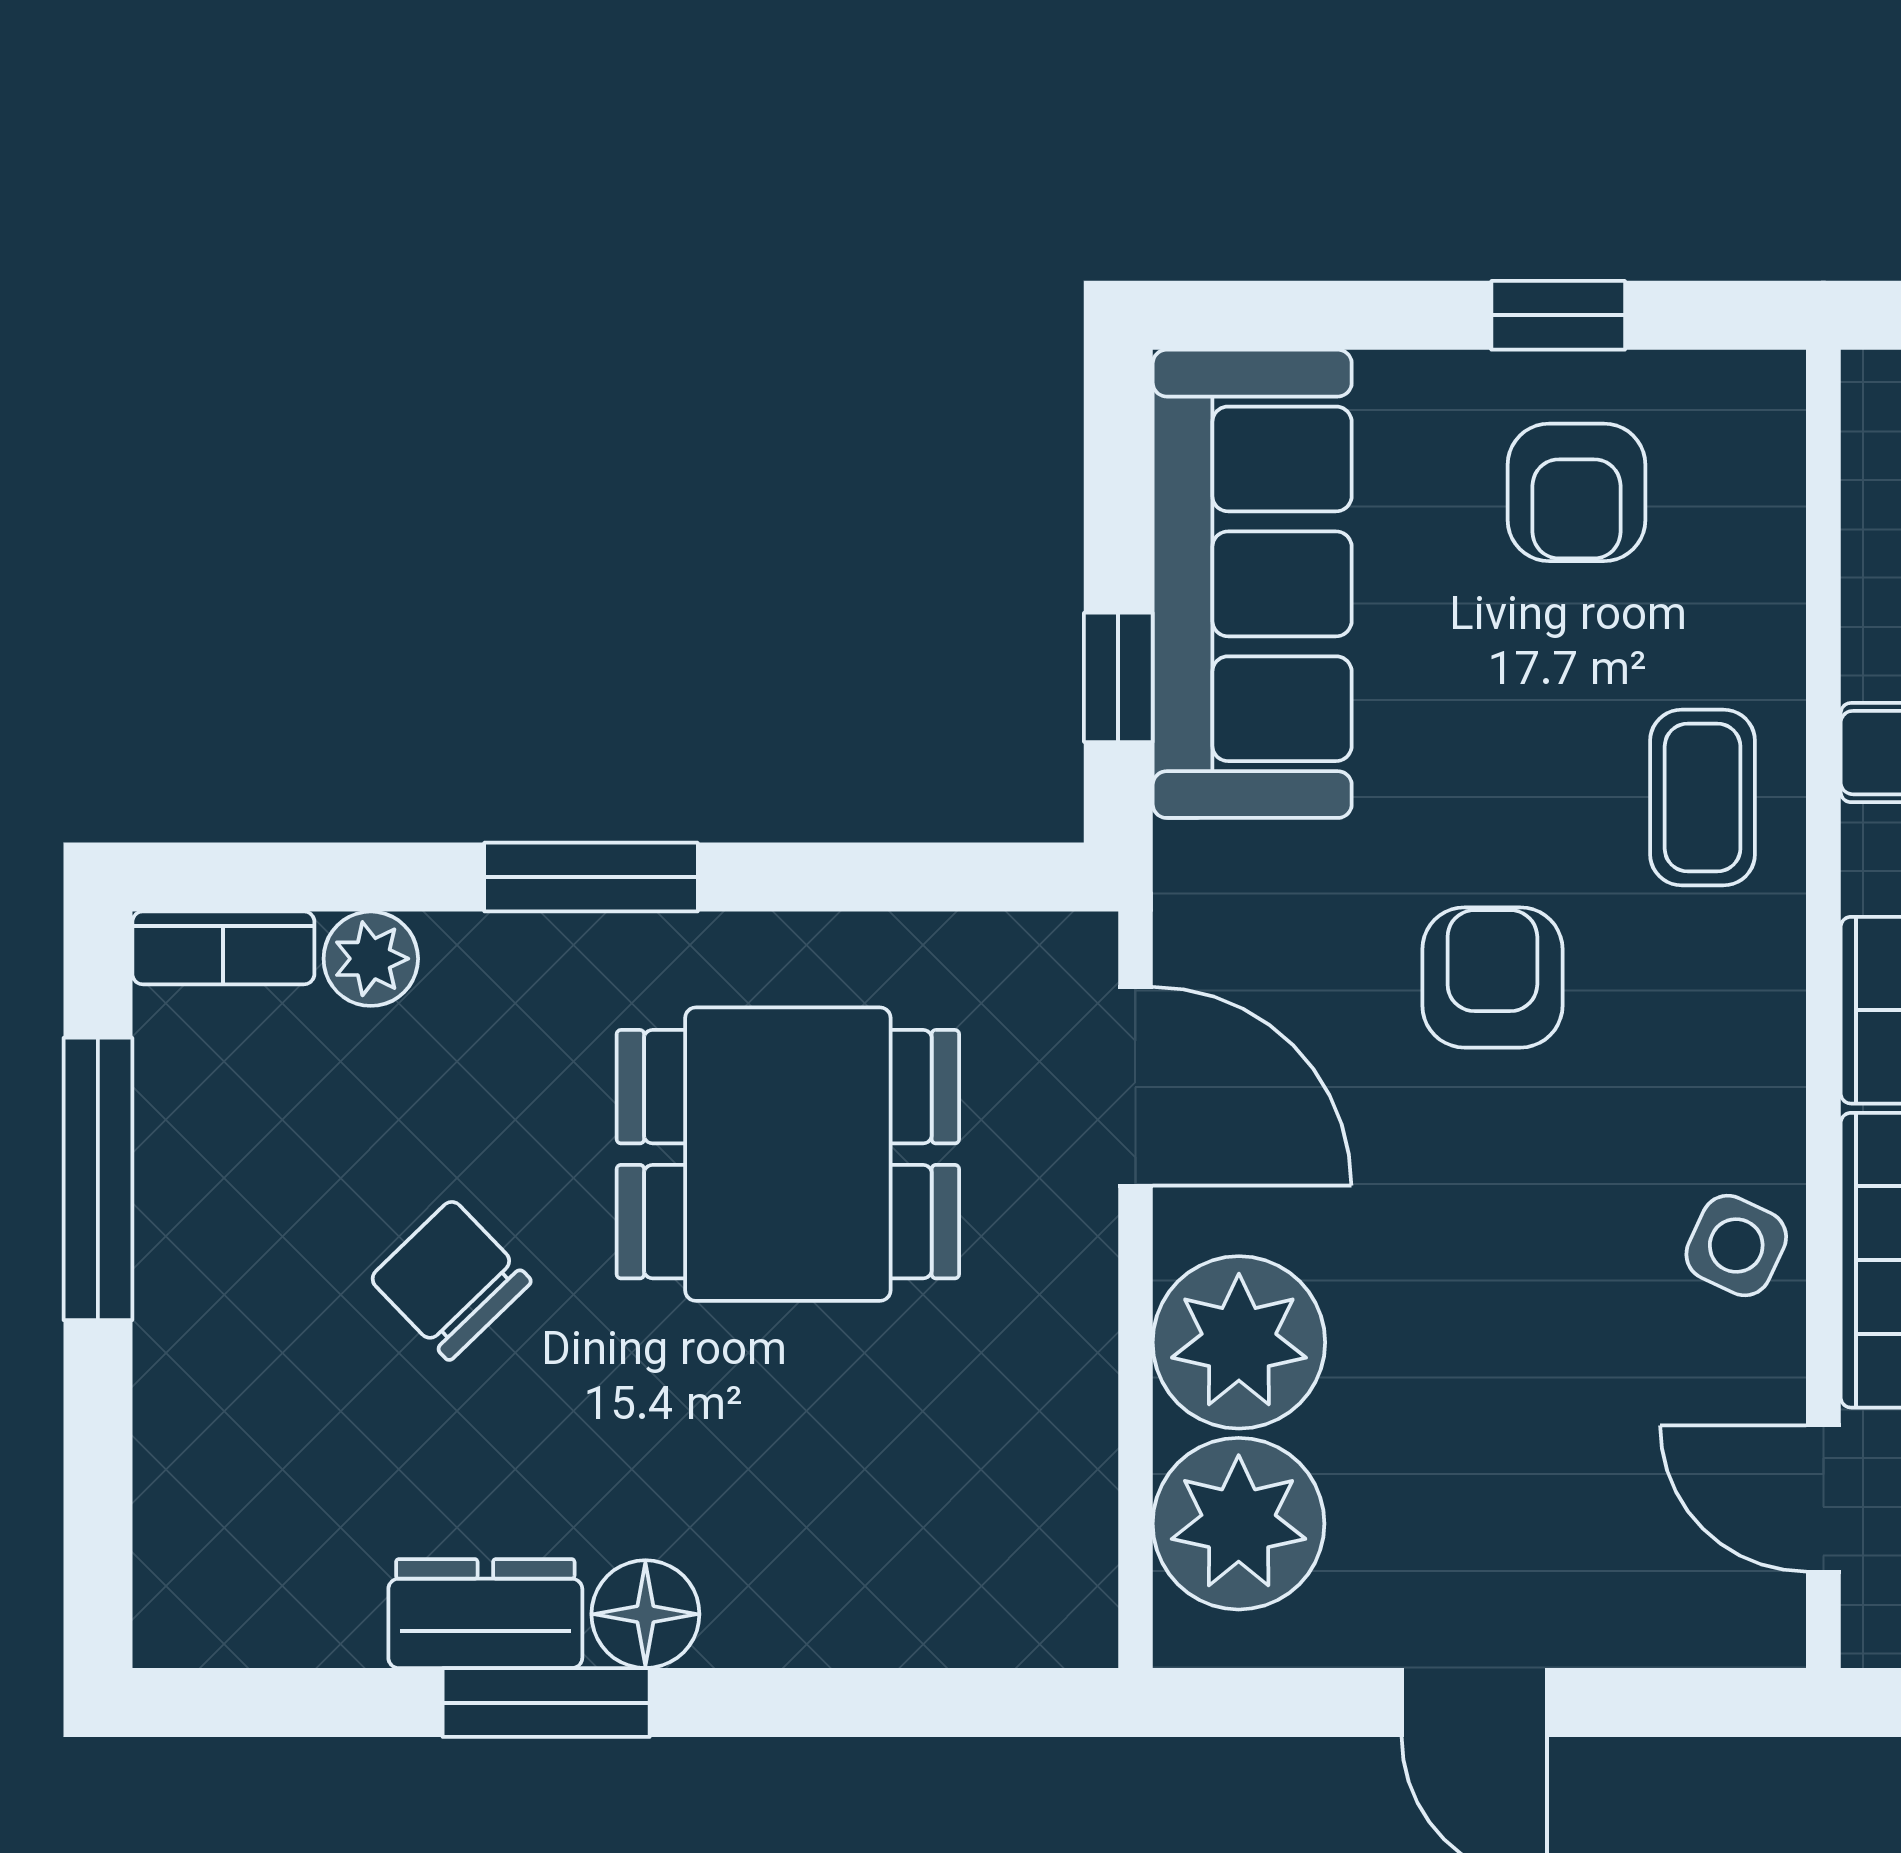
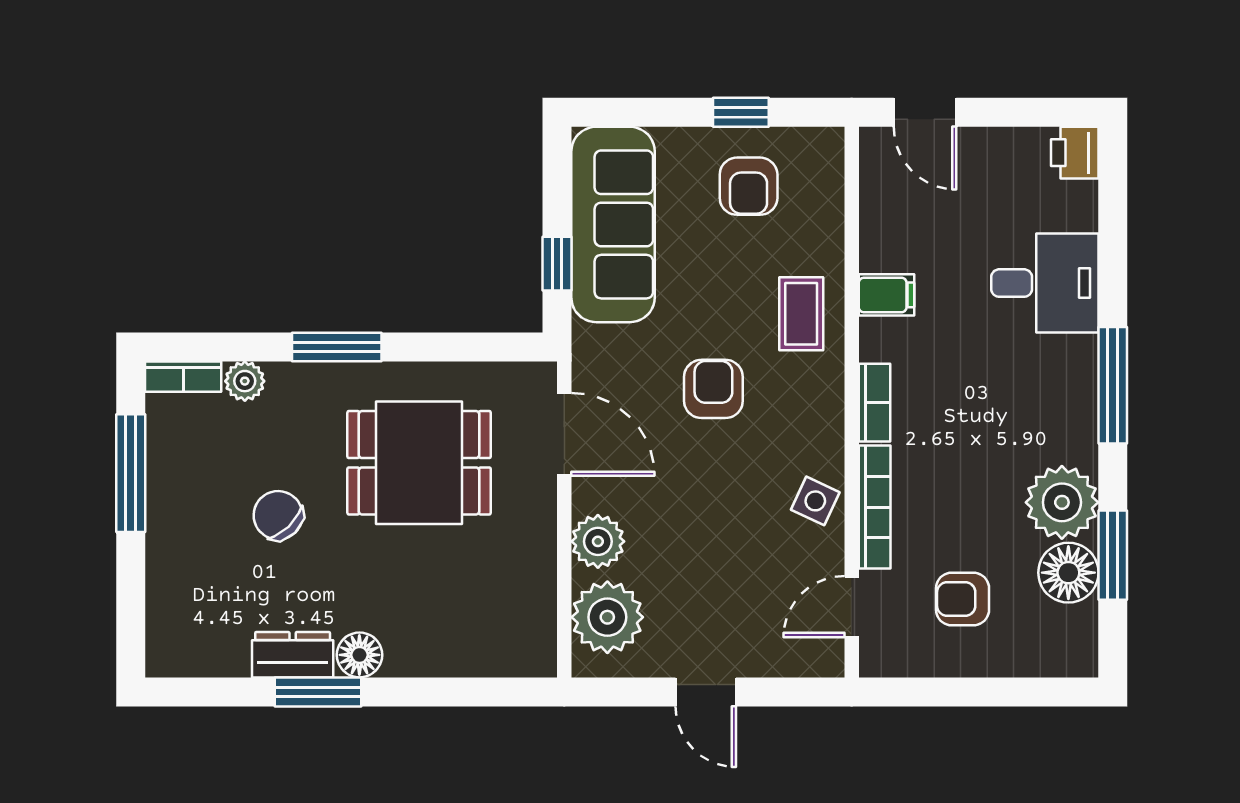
plant: (1239, 1342) -> (598, 541), width x0.73, depth x0.73
door: (1823, 1498) -> (852, 607), hinge flipped

